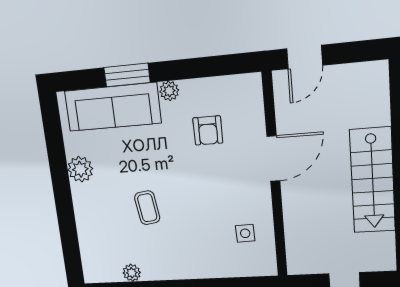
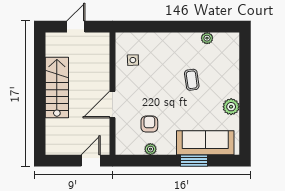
plant: (169, 91) -> (150, 149), moved

